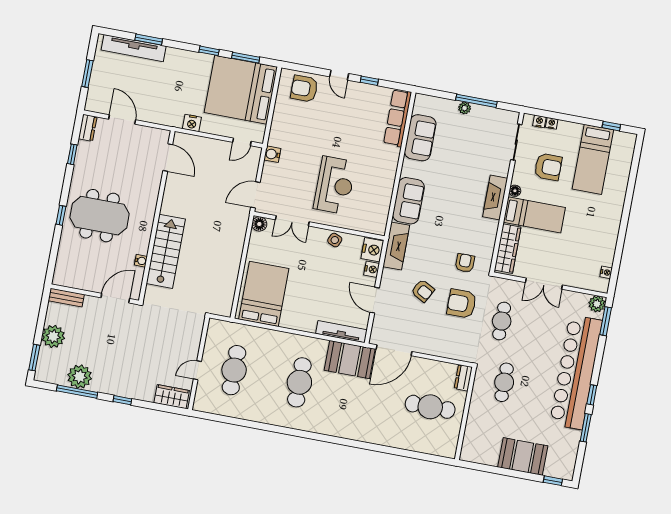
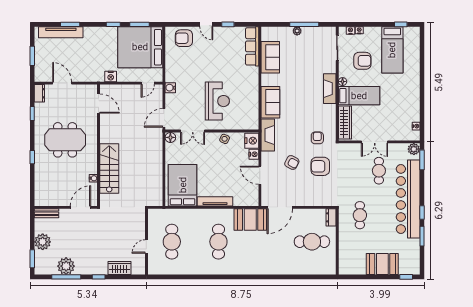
meeting table: (100, 216) -> (65, 140), moved
cafe table: (502, 321) -> (379, 171), moved
tv unit: (341, 332) -> (215, 201), moved
wardrobe: (172, 397) -> (119, 268), moved

